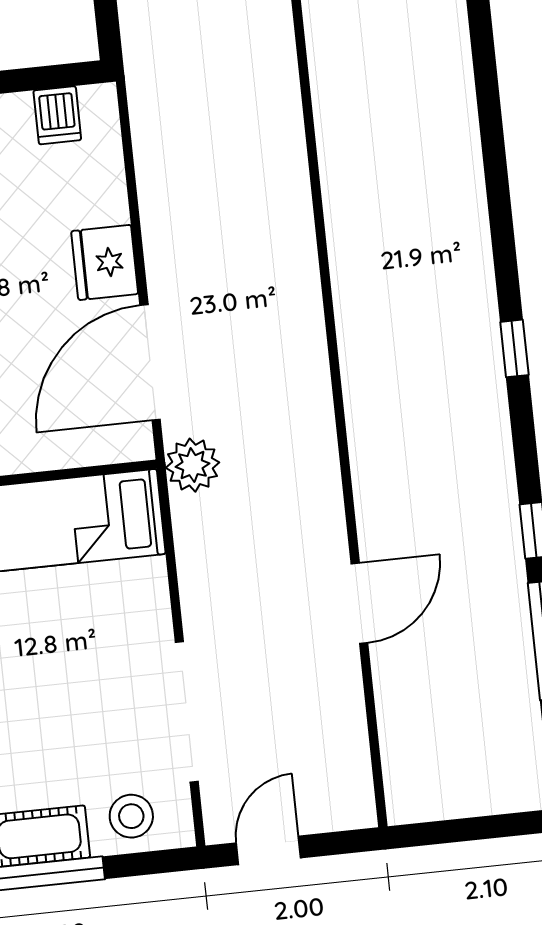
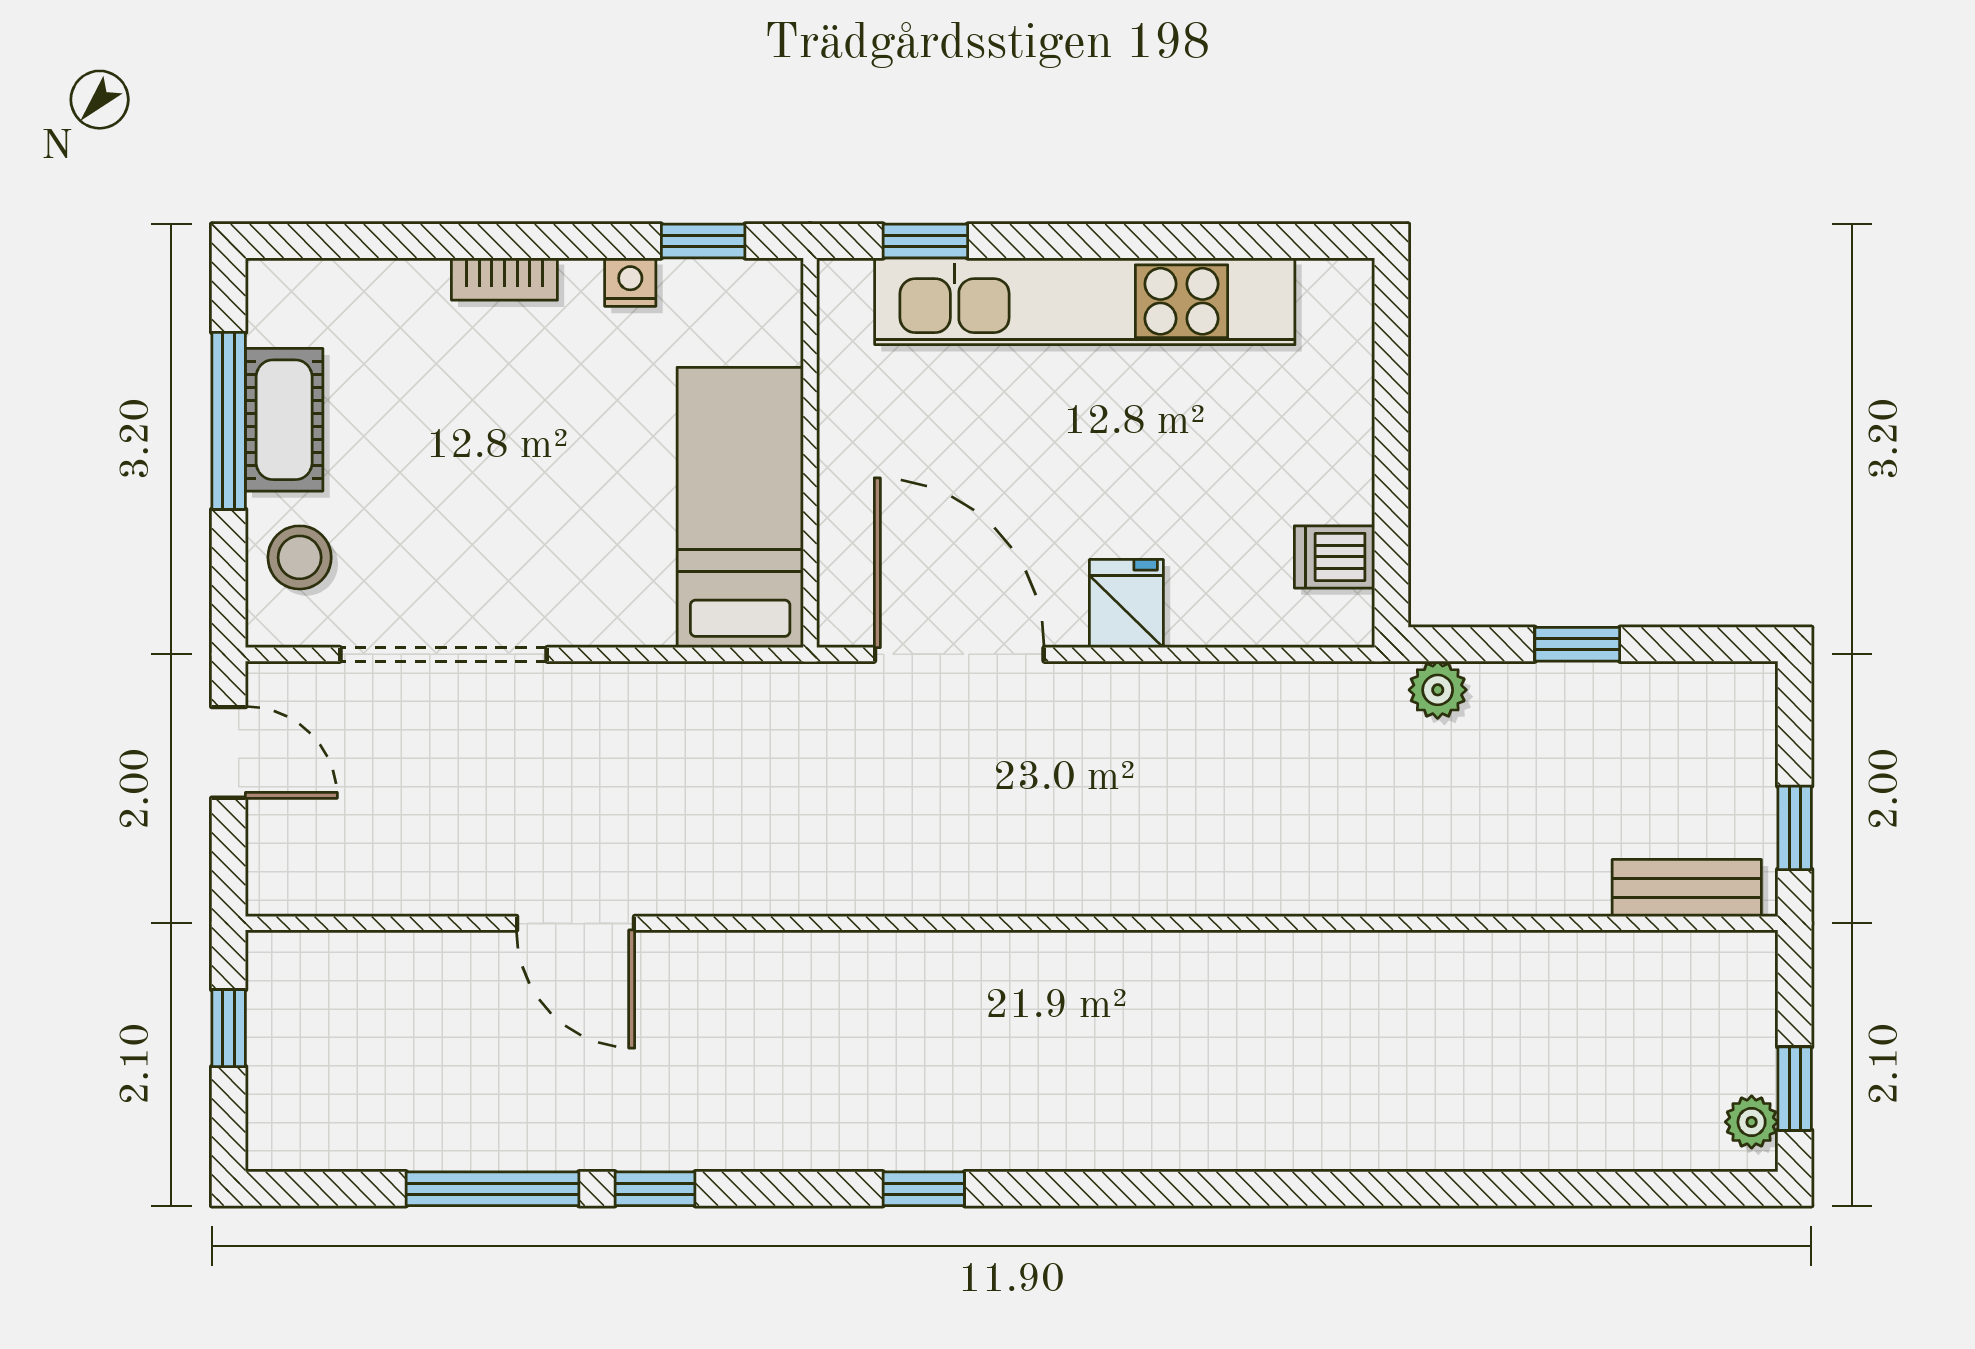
fridge: (105, 262) -> (1126, 604), width x0.72
plant: (192, 465) -> (1438, 690), moved, width x0.73, depth x0.73
window: (455, 831) -> (229, 1028), added

